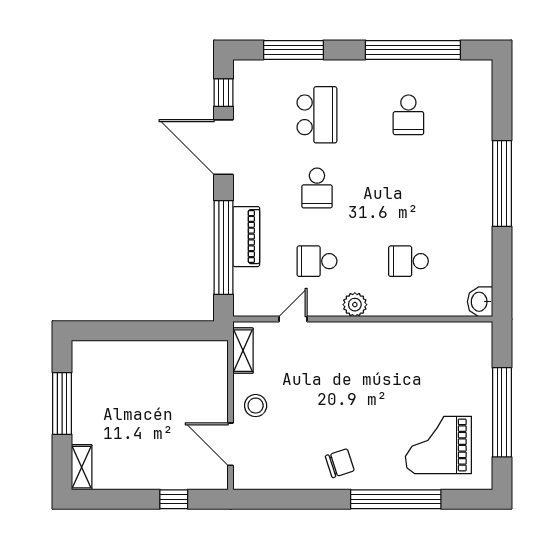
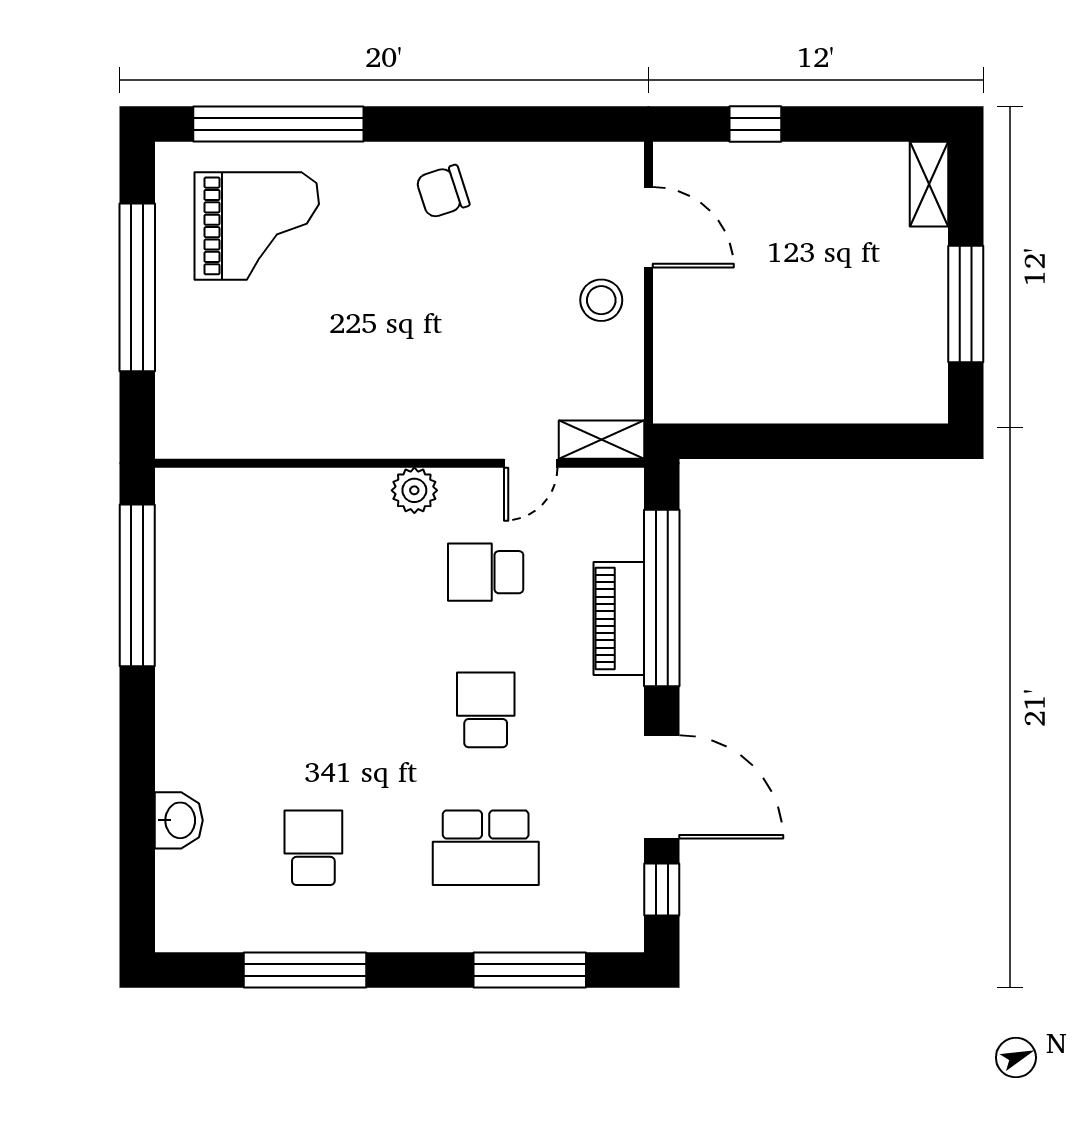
window: (413, 50) -> (305, 970), width x0.68
school desk: (317, 115) -> (486, 848), turned -90
window: (502, 183) -> (137, 585), moved
school desk: (317, 261) -> (486, 572), turned 180
school desk: (408, 261) -> (313, 572), removed
washbasin: (480, 302) -> (179, 820), moved
shelving: (243, 351) -> (601, 440), moved, turned 90
window: (396, 499) -> (278, 124), moved

